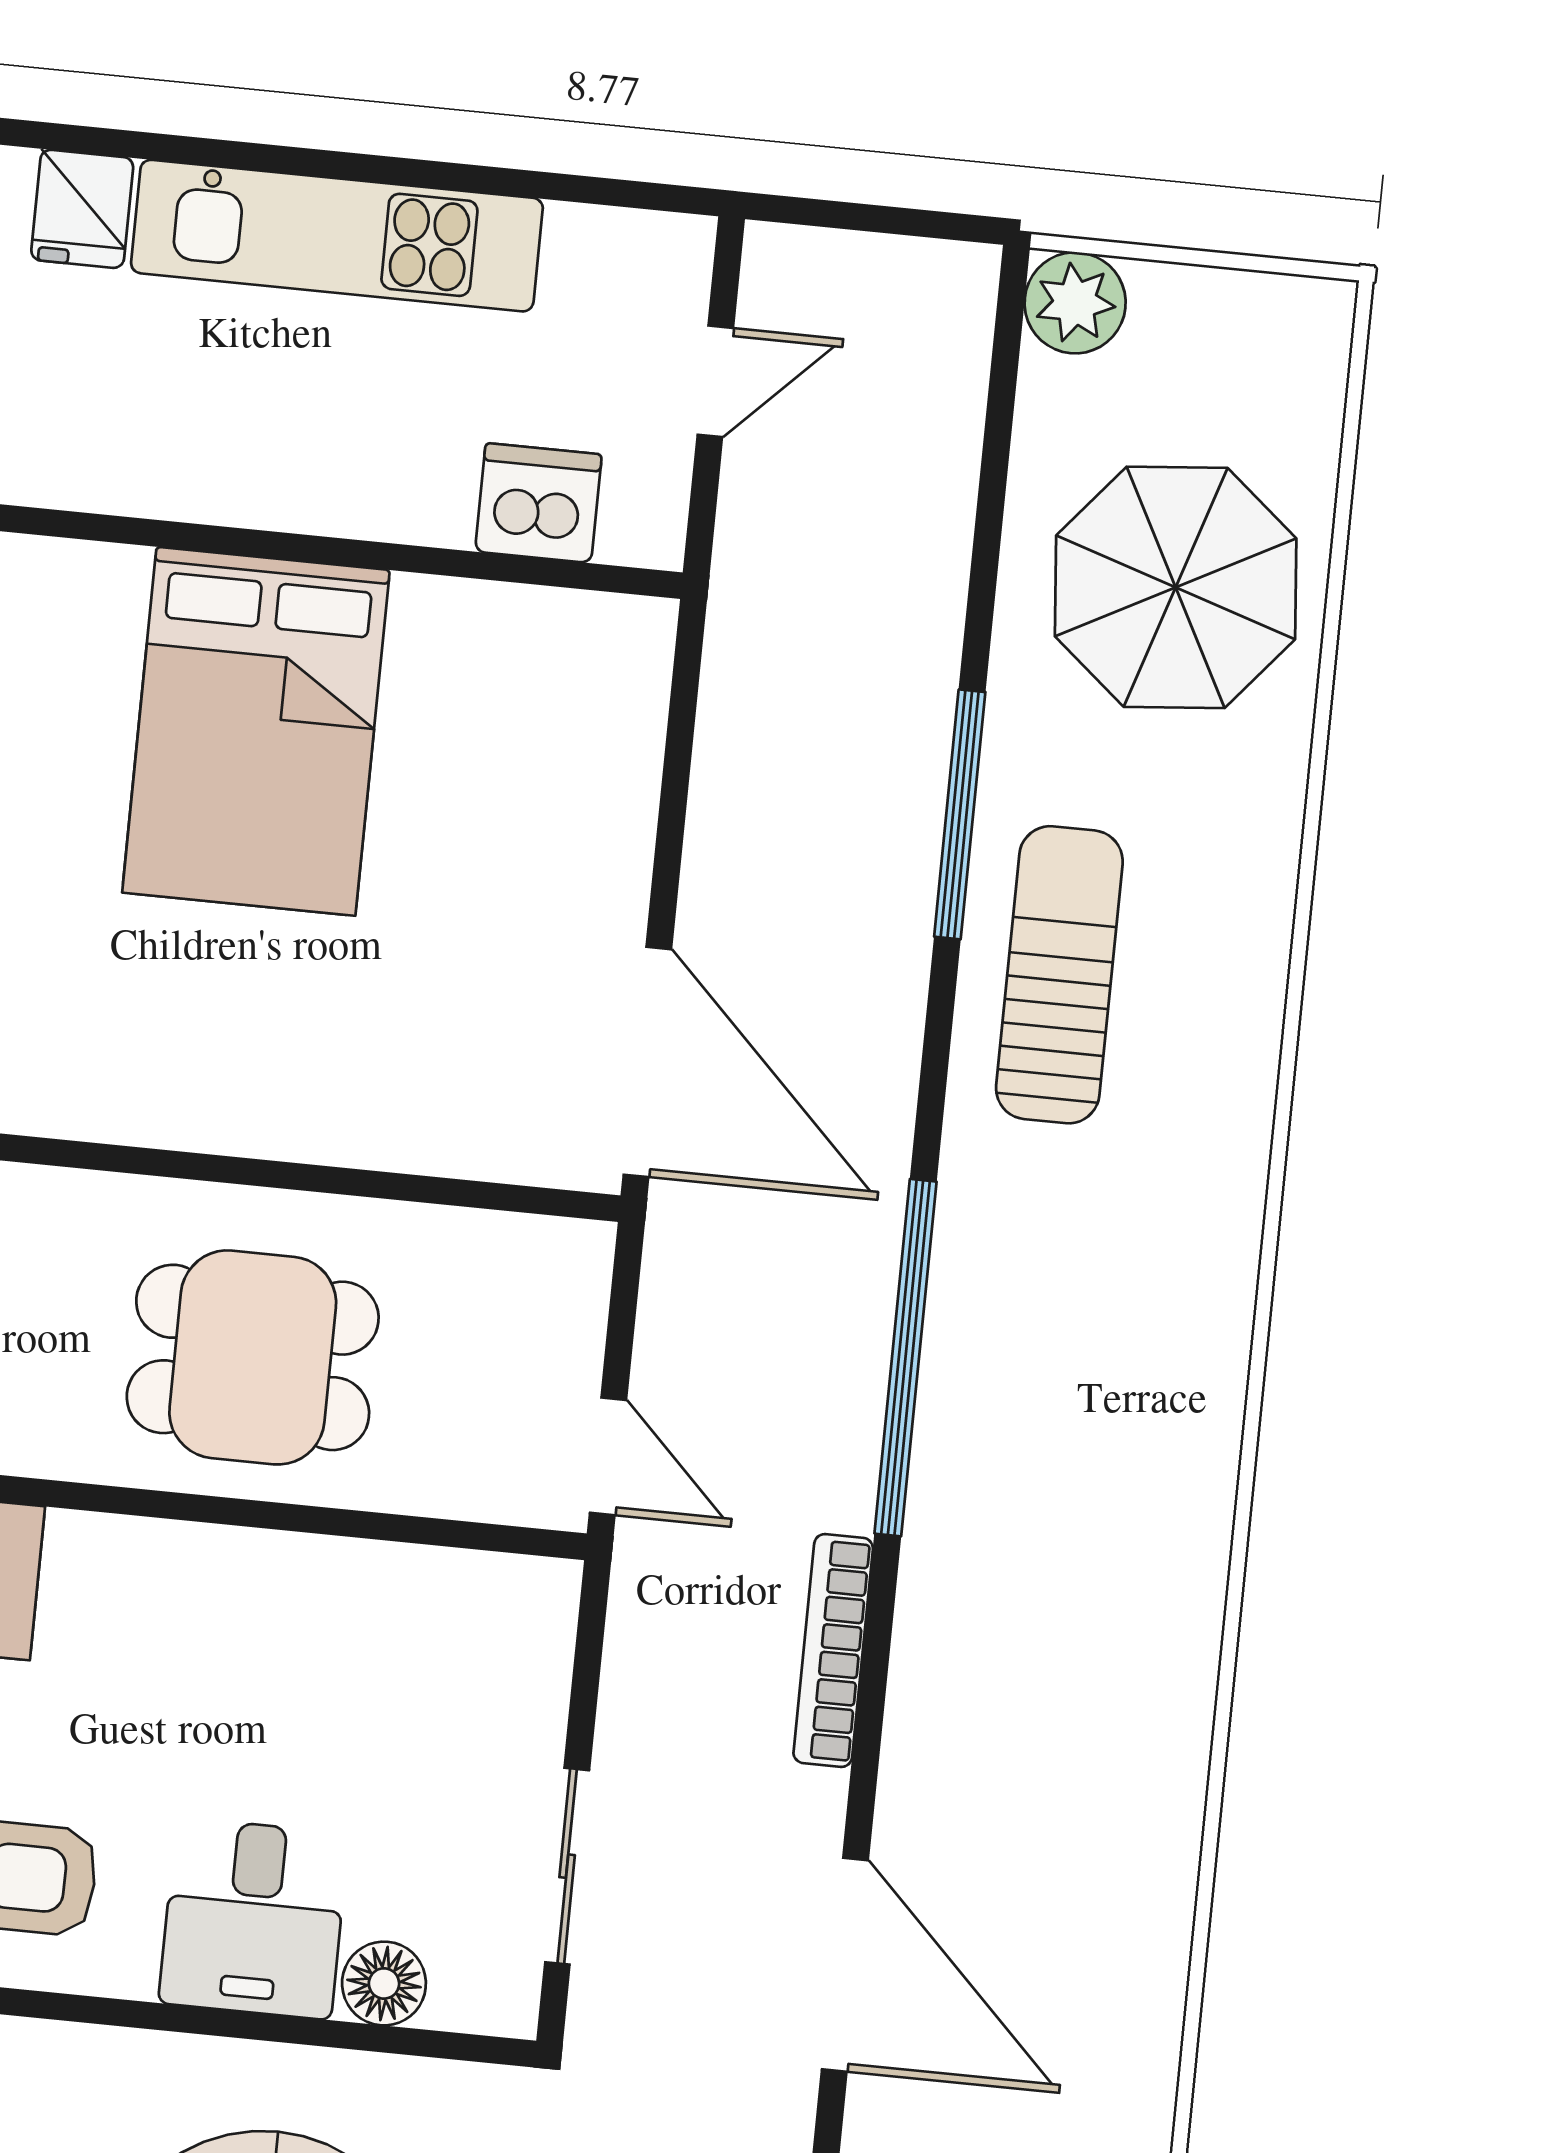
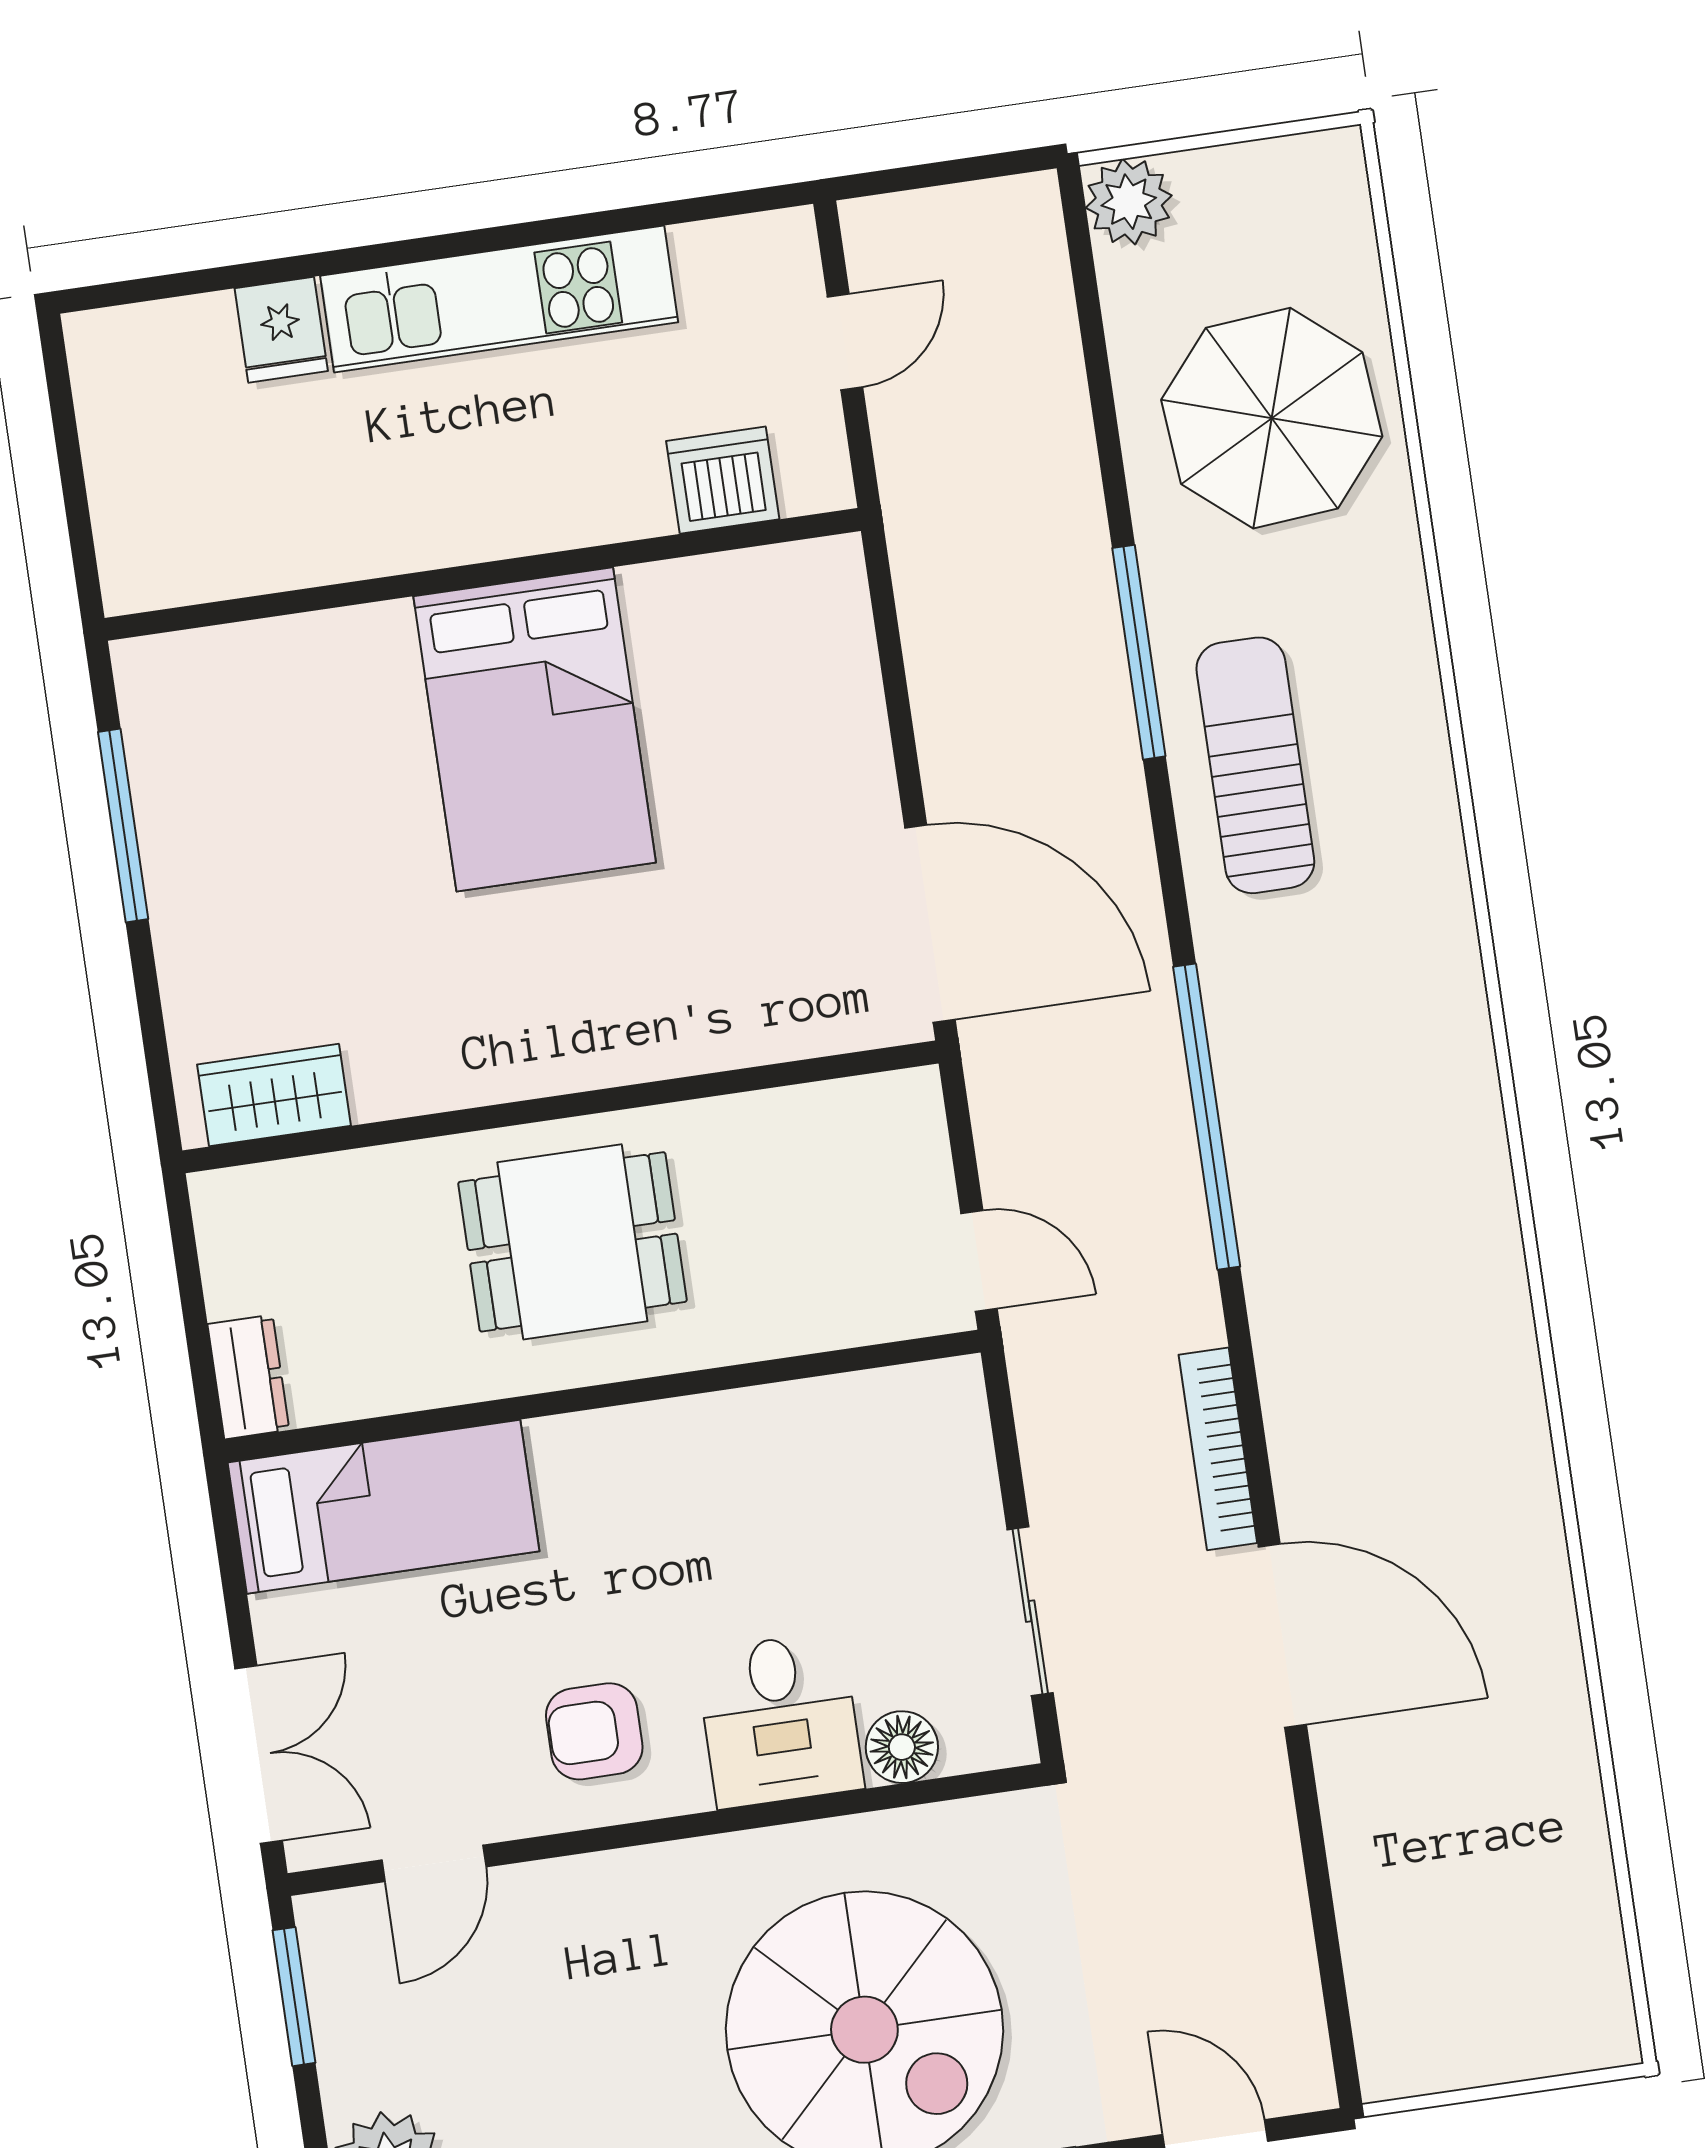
dining table: (253, 1357) -> (572, 1242), moved
bookcase: (833, 1650) -> (1218, 1449), moved

